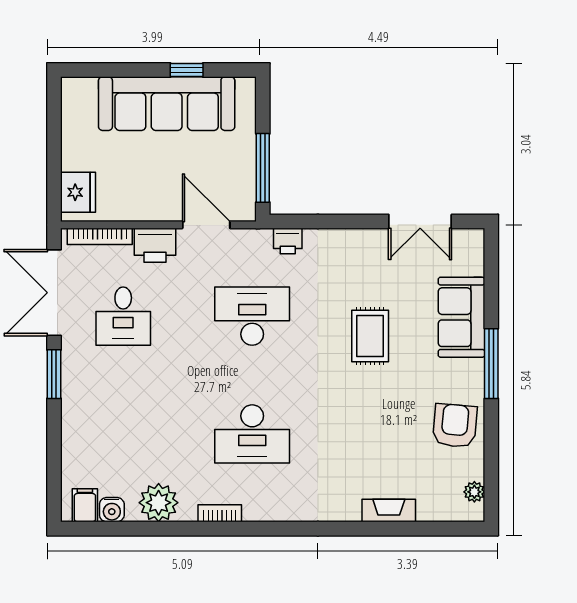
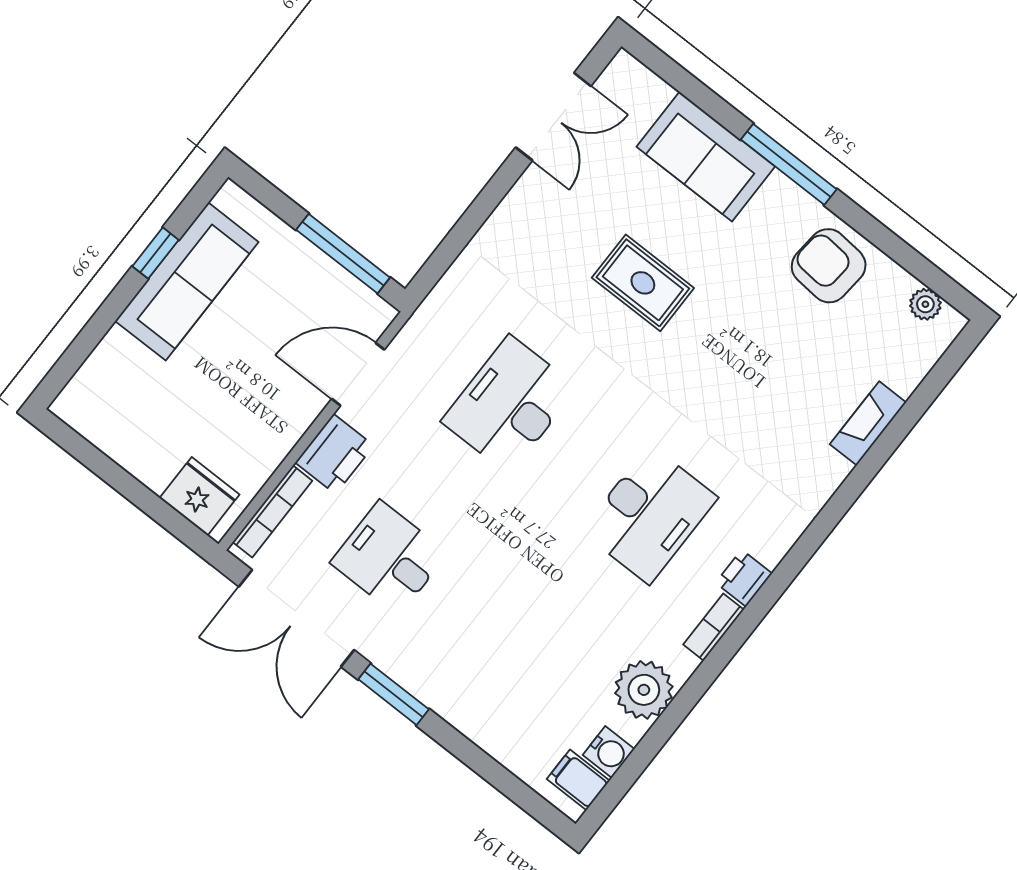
sofa: (167, 104) -> (187, 281), width x0.74, depth x0.79
printer: (288, 241) -> (744, 578), moved, turned 180
desk: (123, 316) -> (389, 558), turned 180

